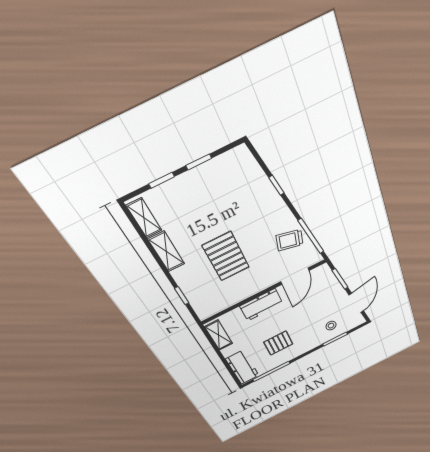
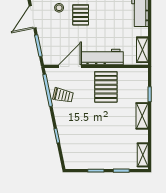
shelving: (166, 252) -> (142, 116), moved
pallet: (226, 256) -> (106, 87), moved
workbench: (261, 305) -> (102, 57), width x1.38
pallet: (278, 343) -> (81, 15), moved, turned 90

